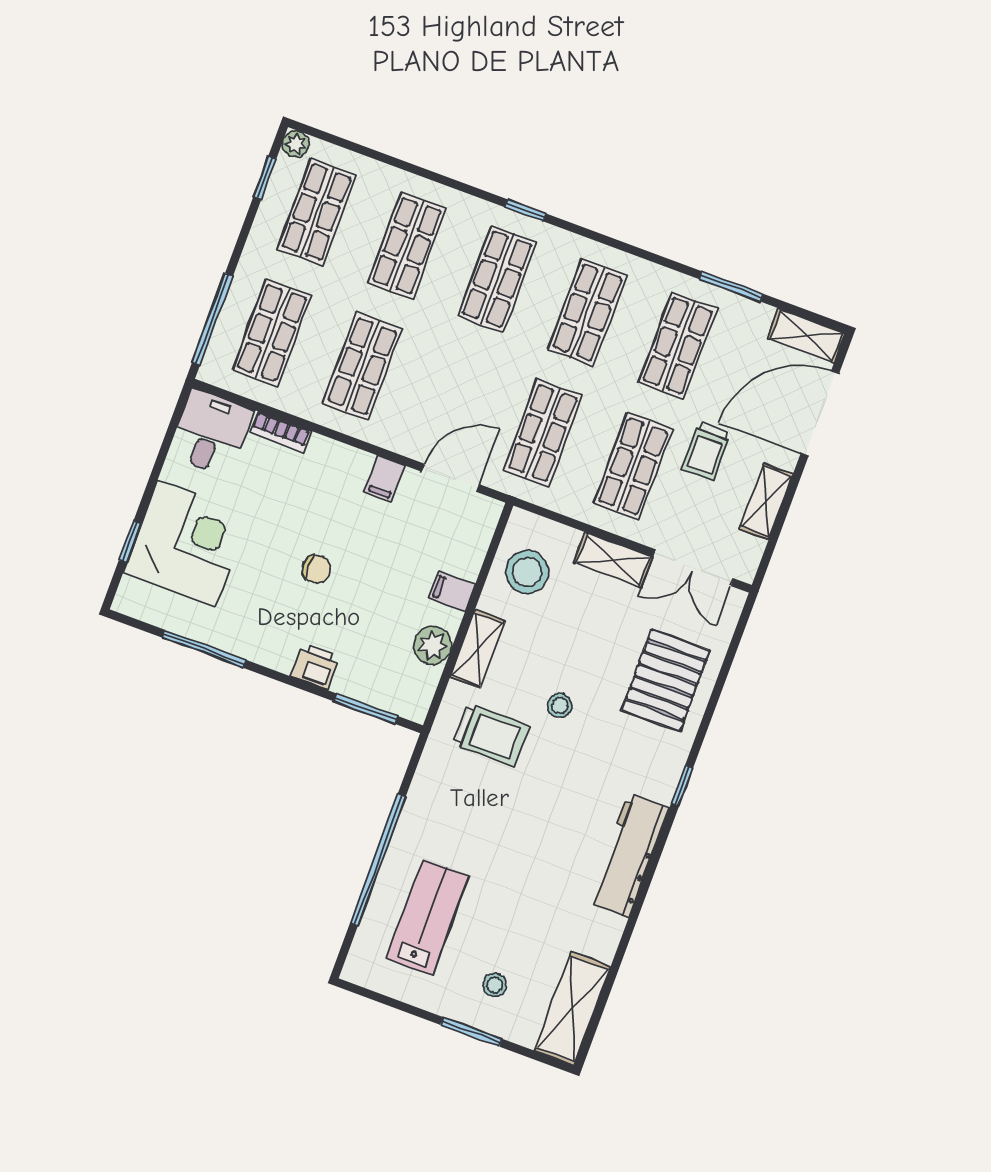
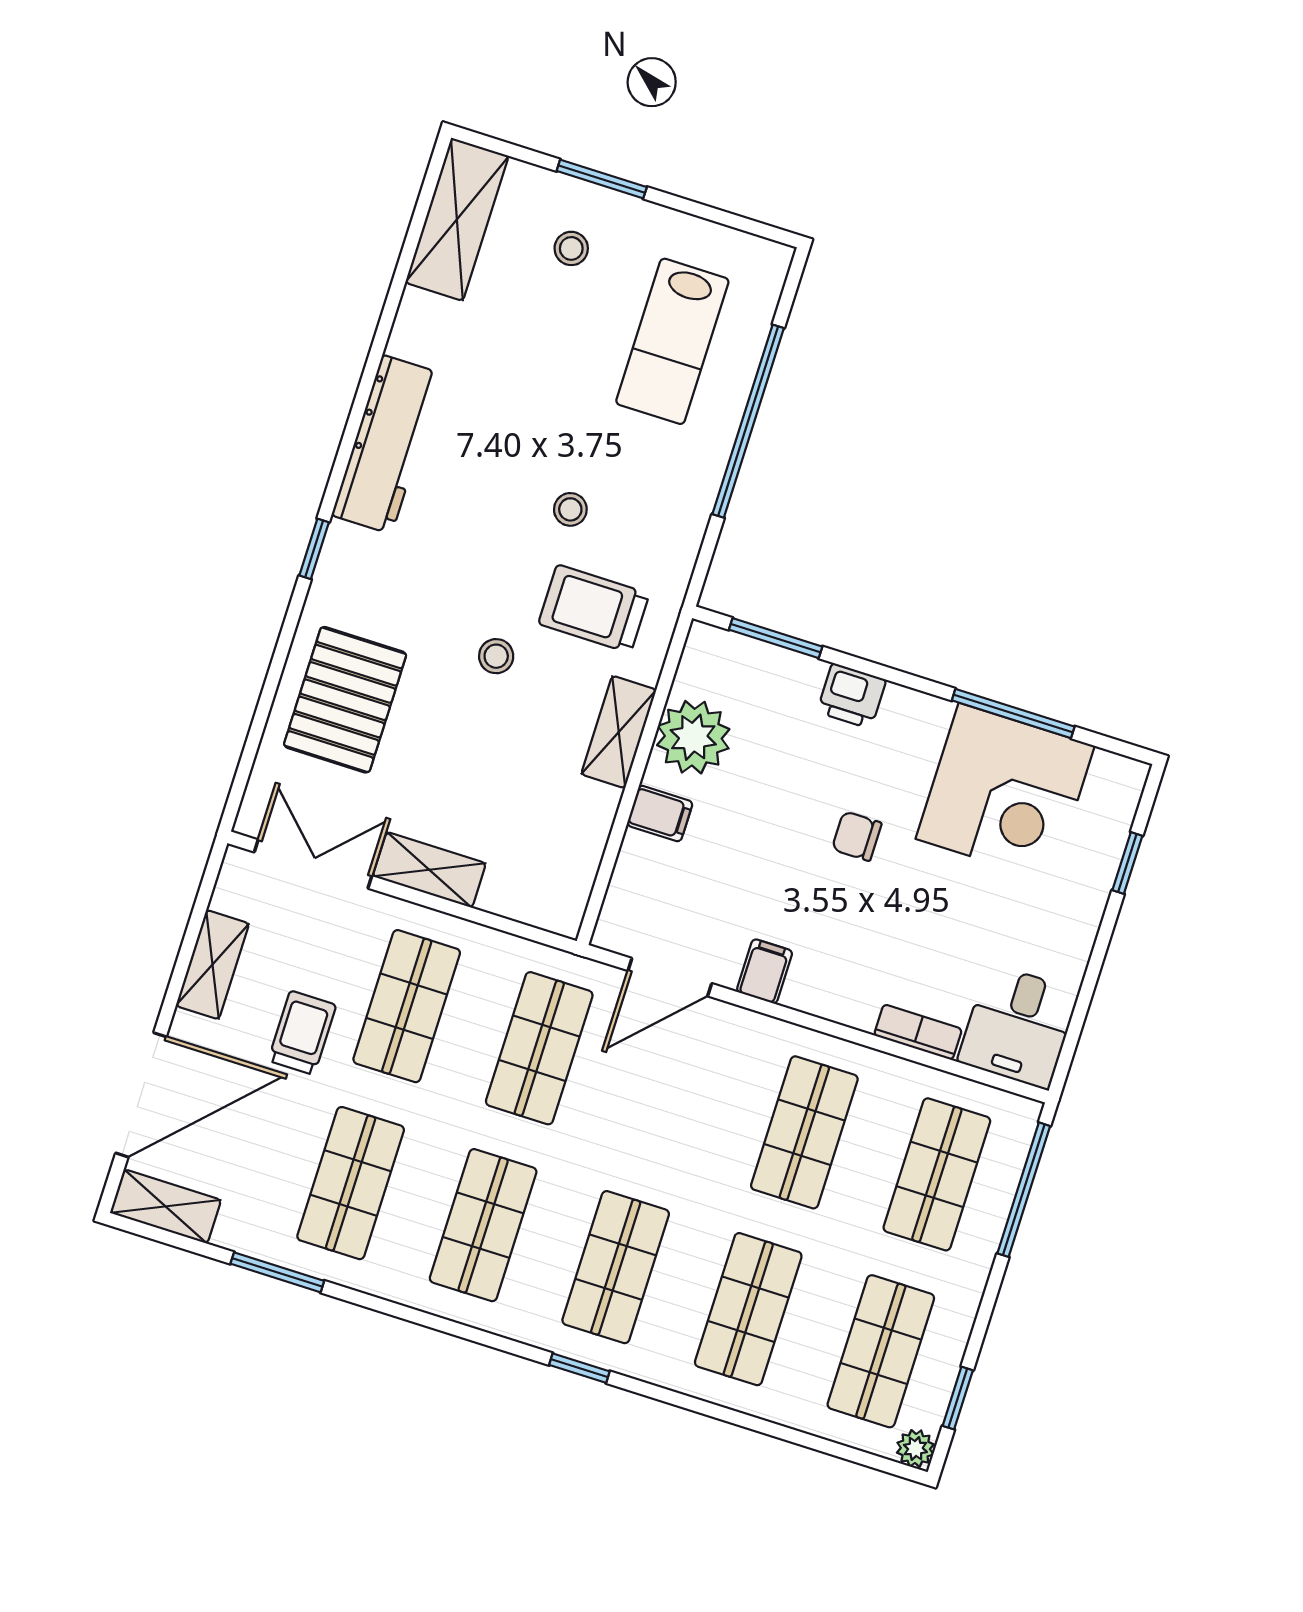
corner desk: (187, 543) -> (1005, 792), moved, turned -90
stool: (527, 572) -> (570, 509), moved, width x0.53, depth x0.53
plant: (433, 645) -> (693, 737), width x1.36, depth x1.36

